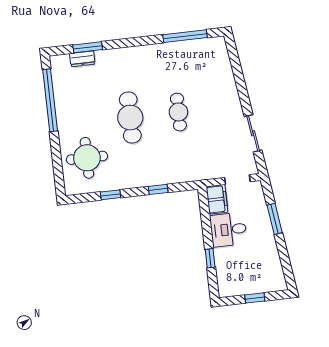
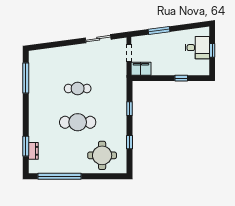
desk: (228, 230) -> (197, 48), moved, turned -90

